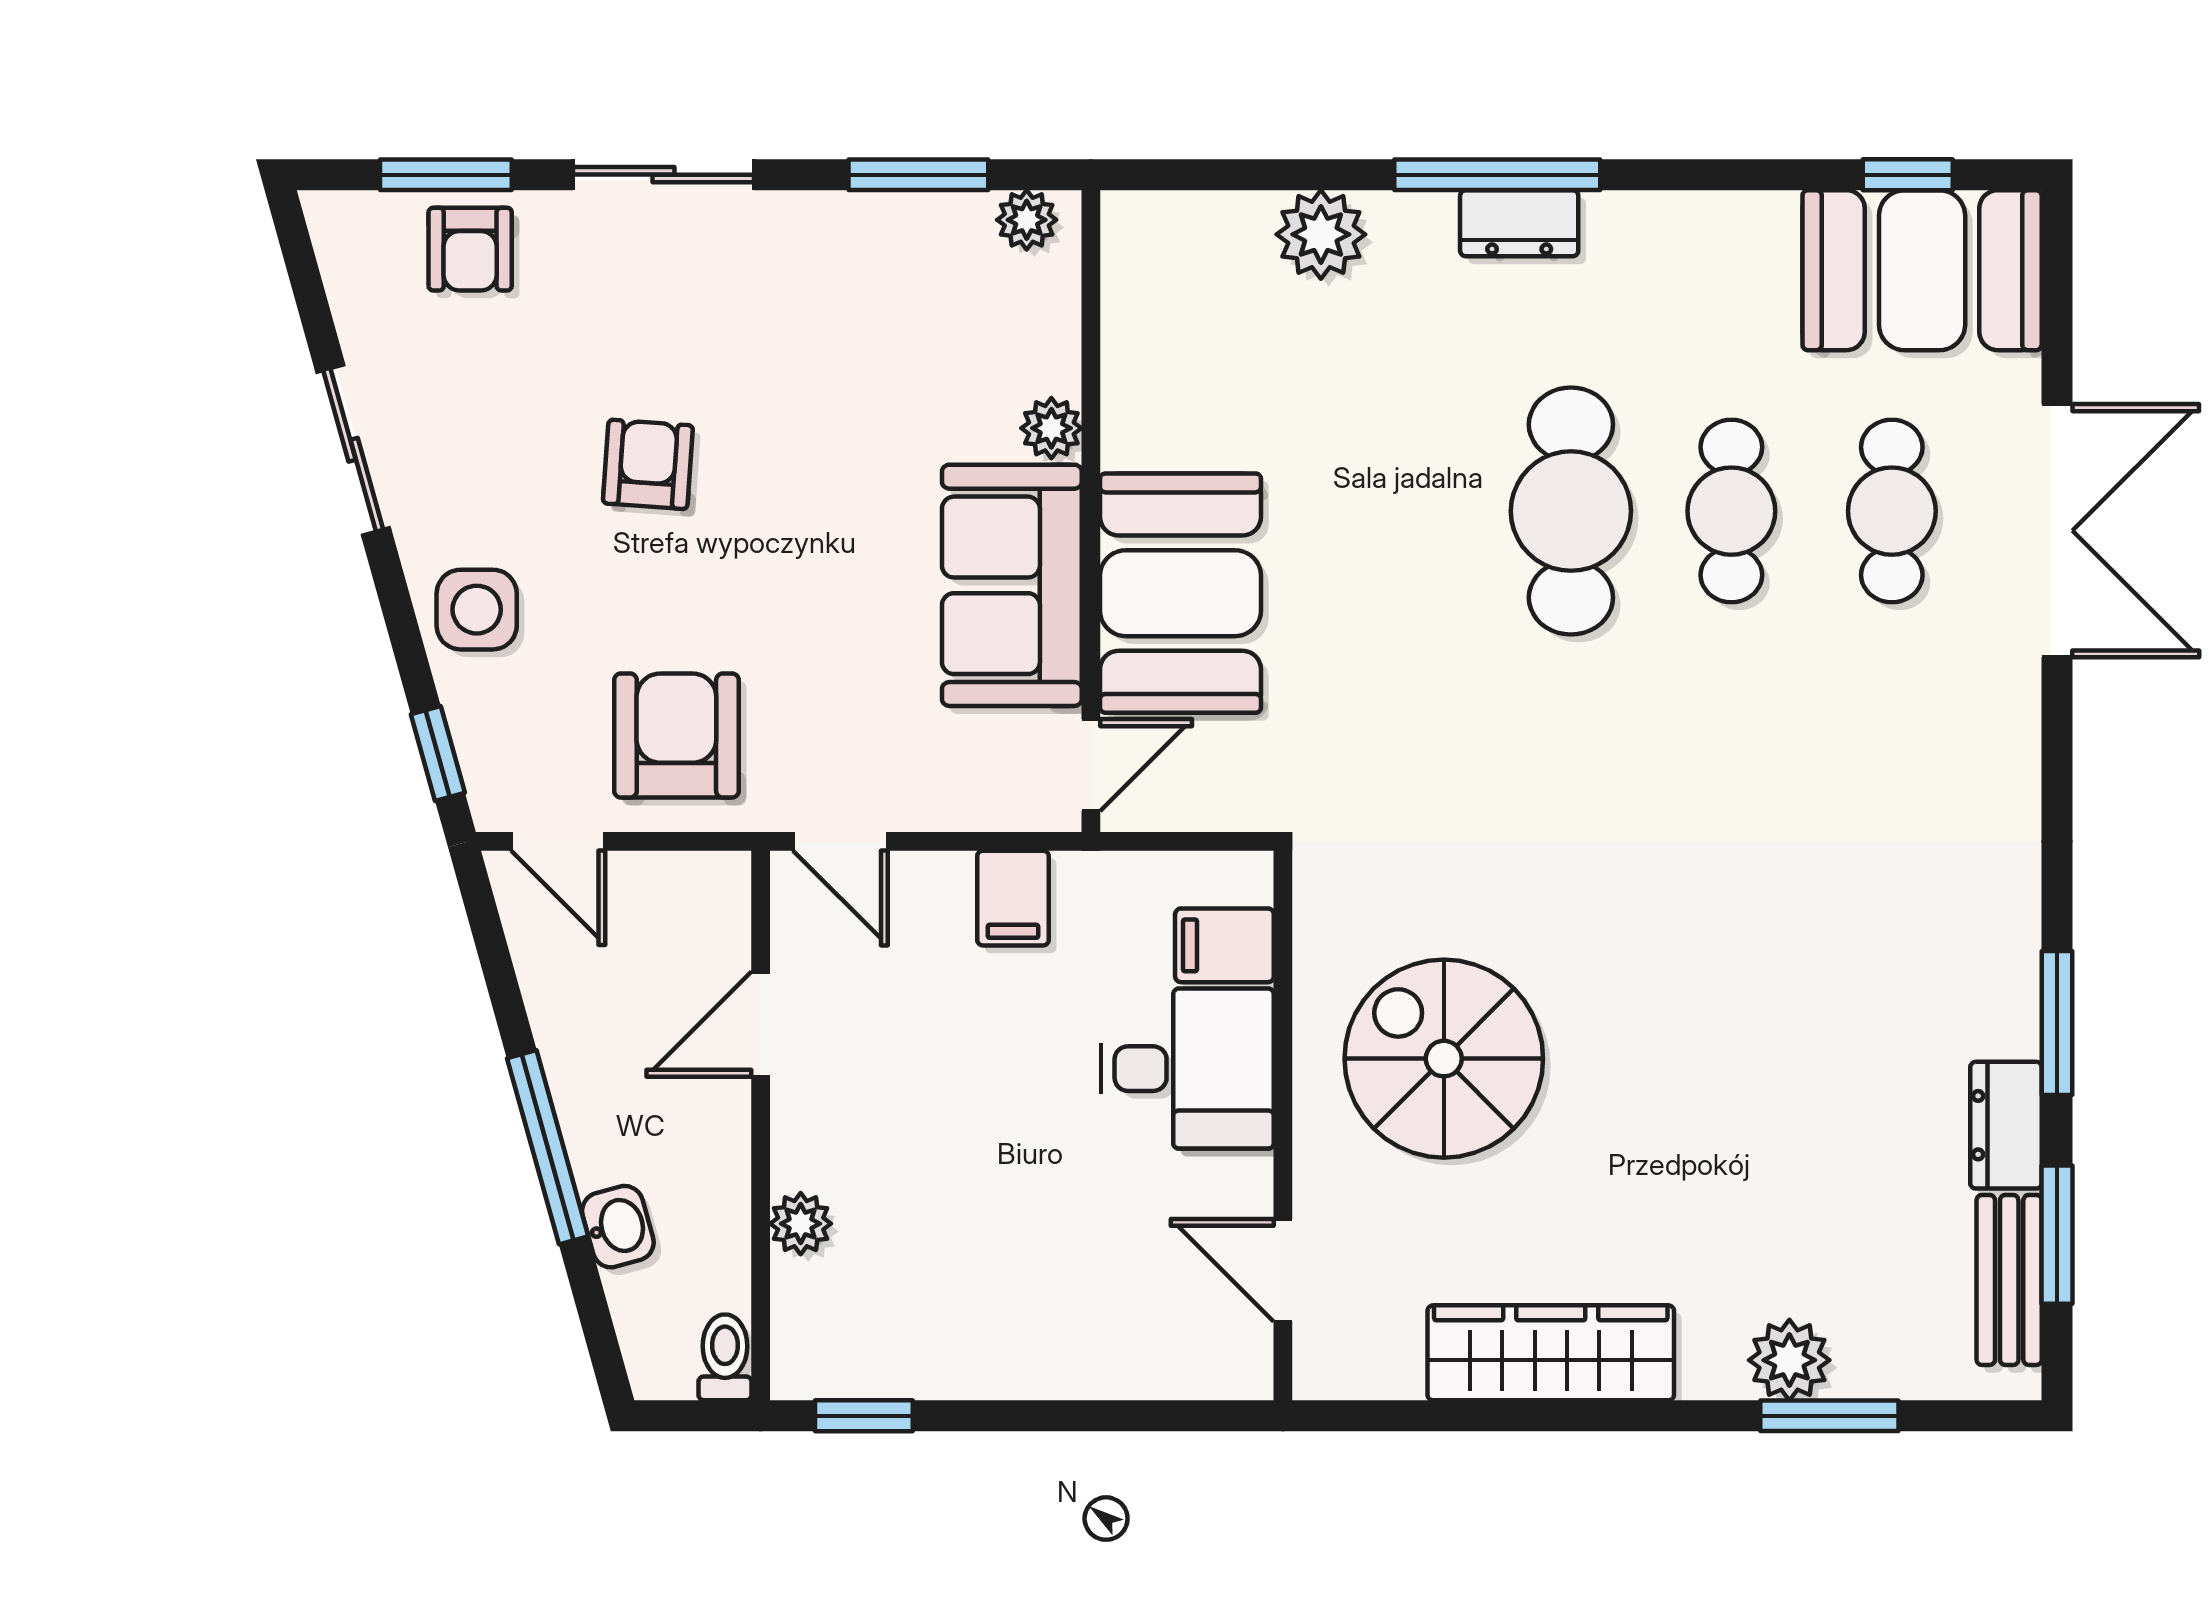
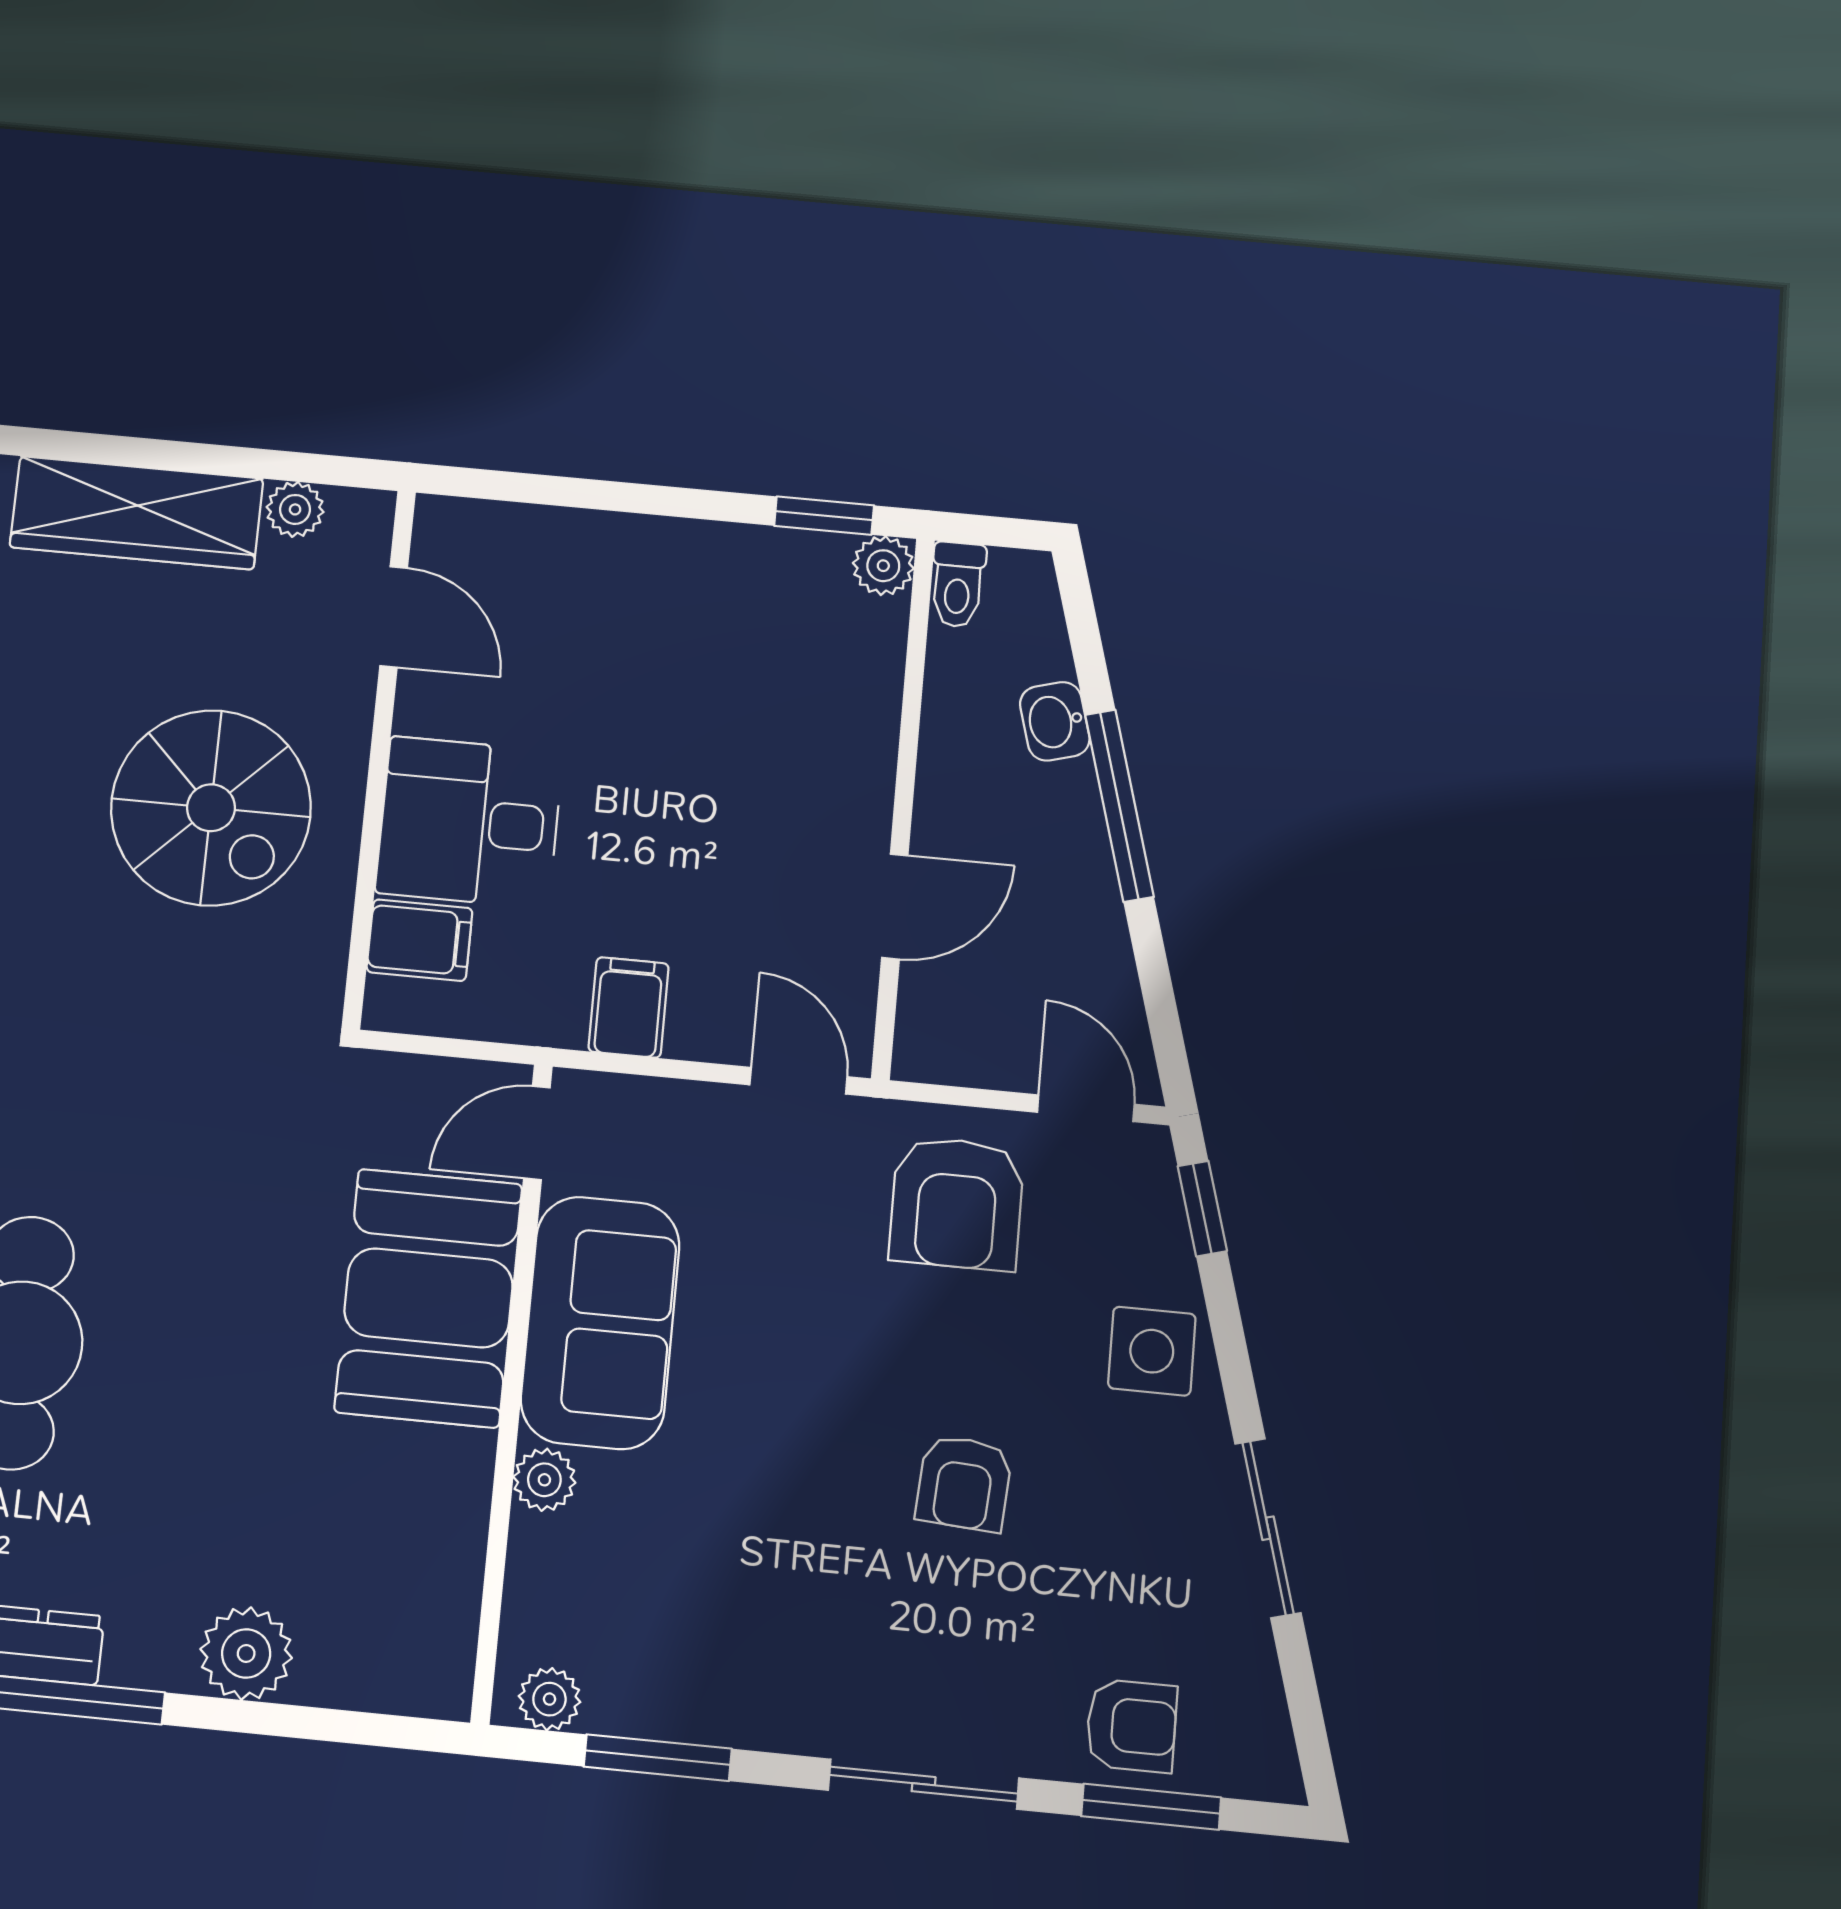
armchair: (470, 249) -> (1131, 1726), turned 90
plant: (801, 1224) -> (883, 566), moved
plant: (1393, 1372) -> (295, 509), added

